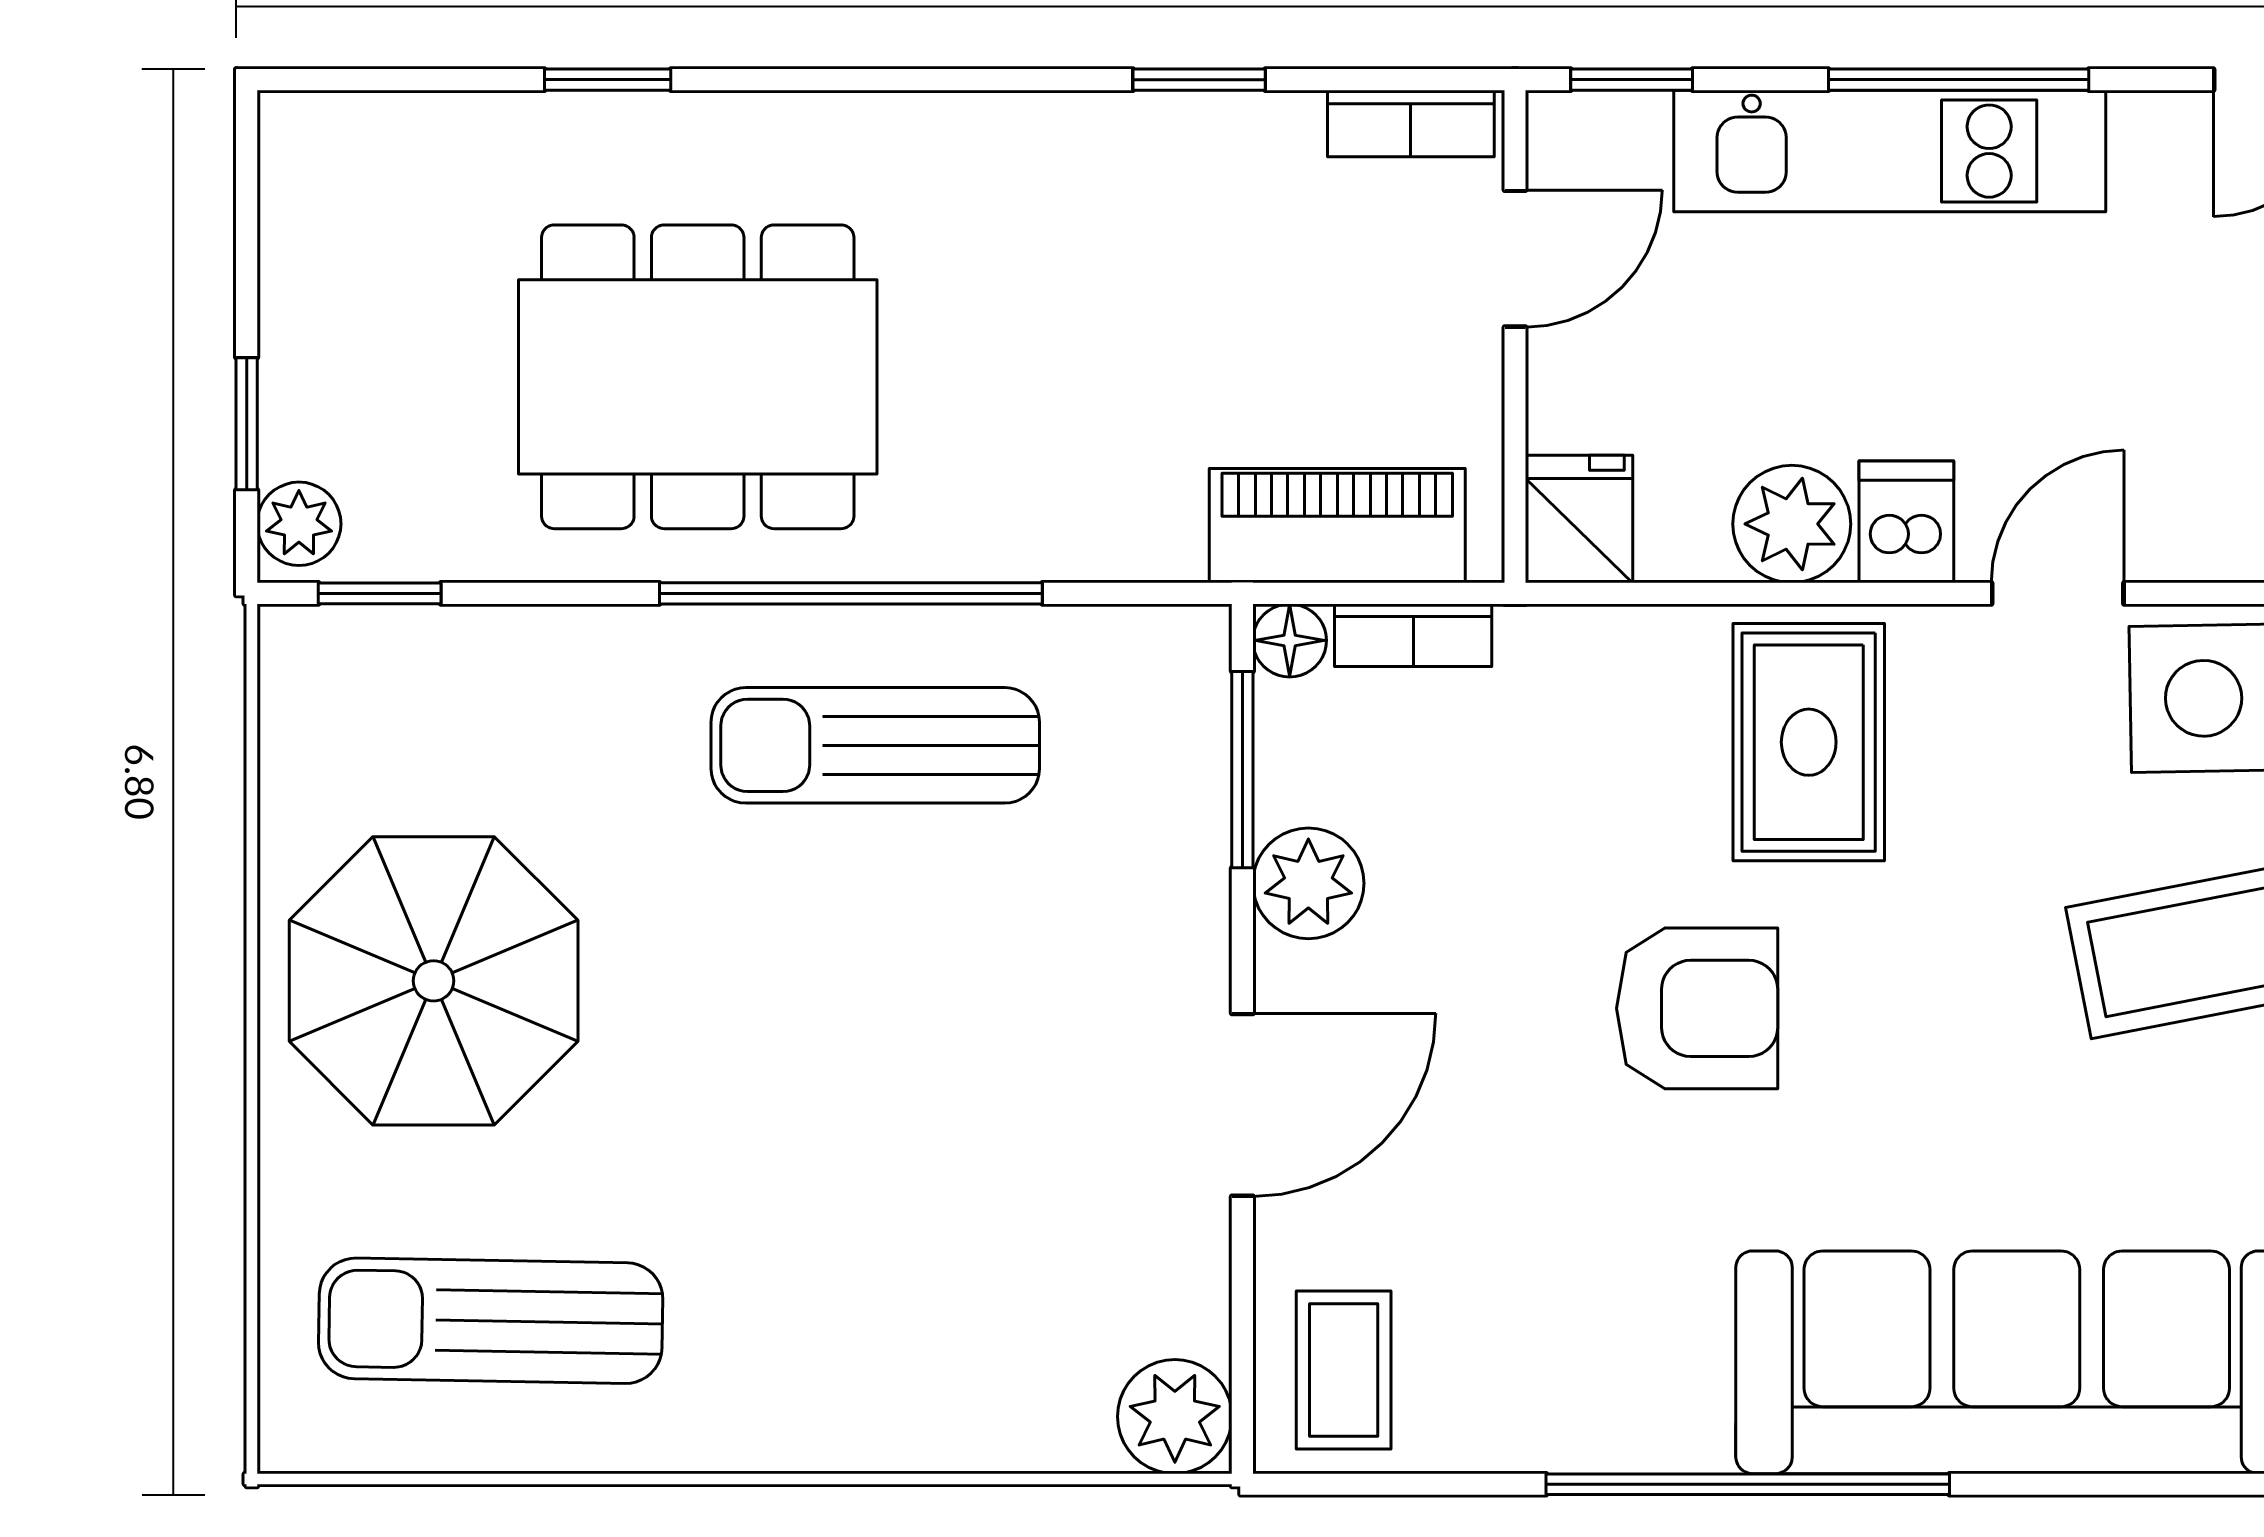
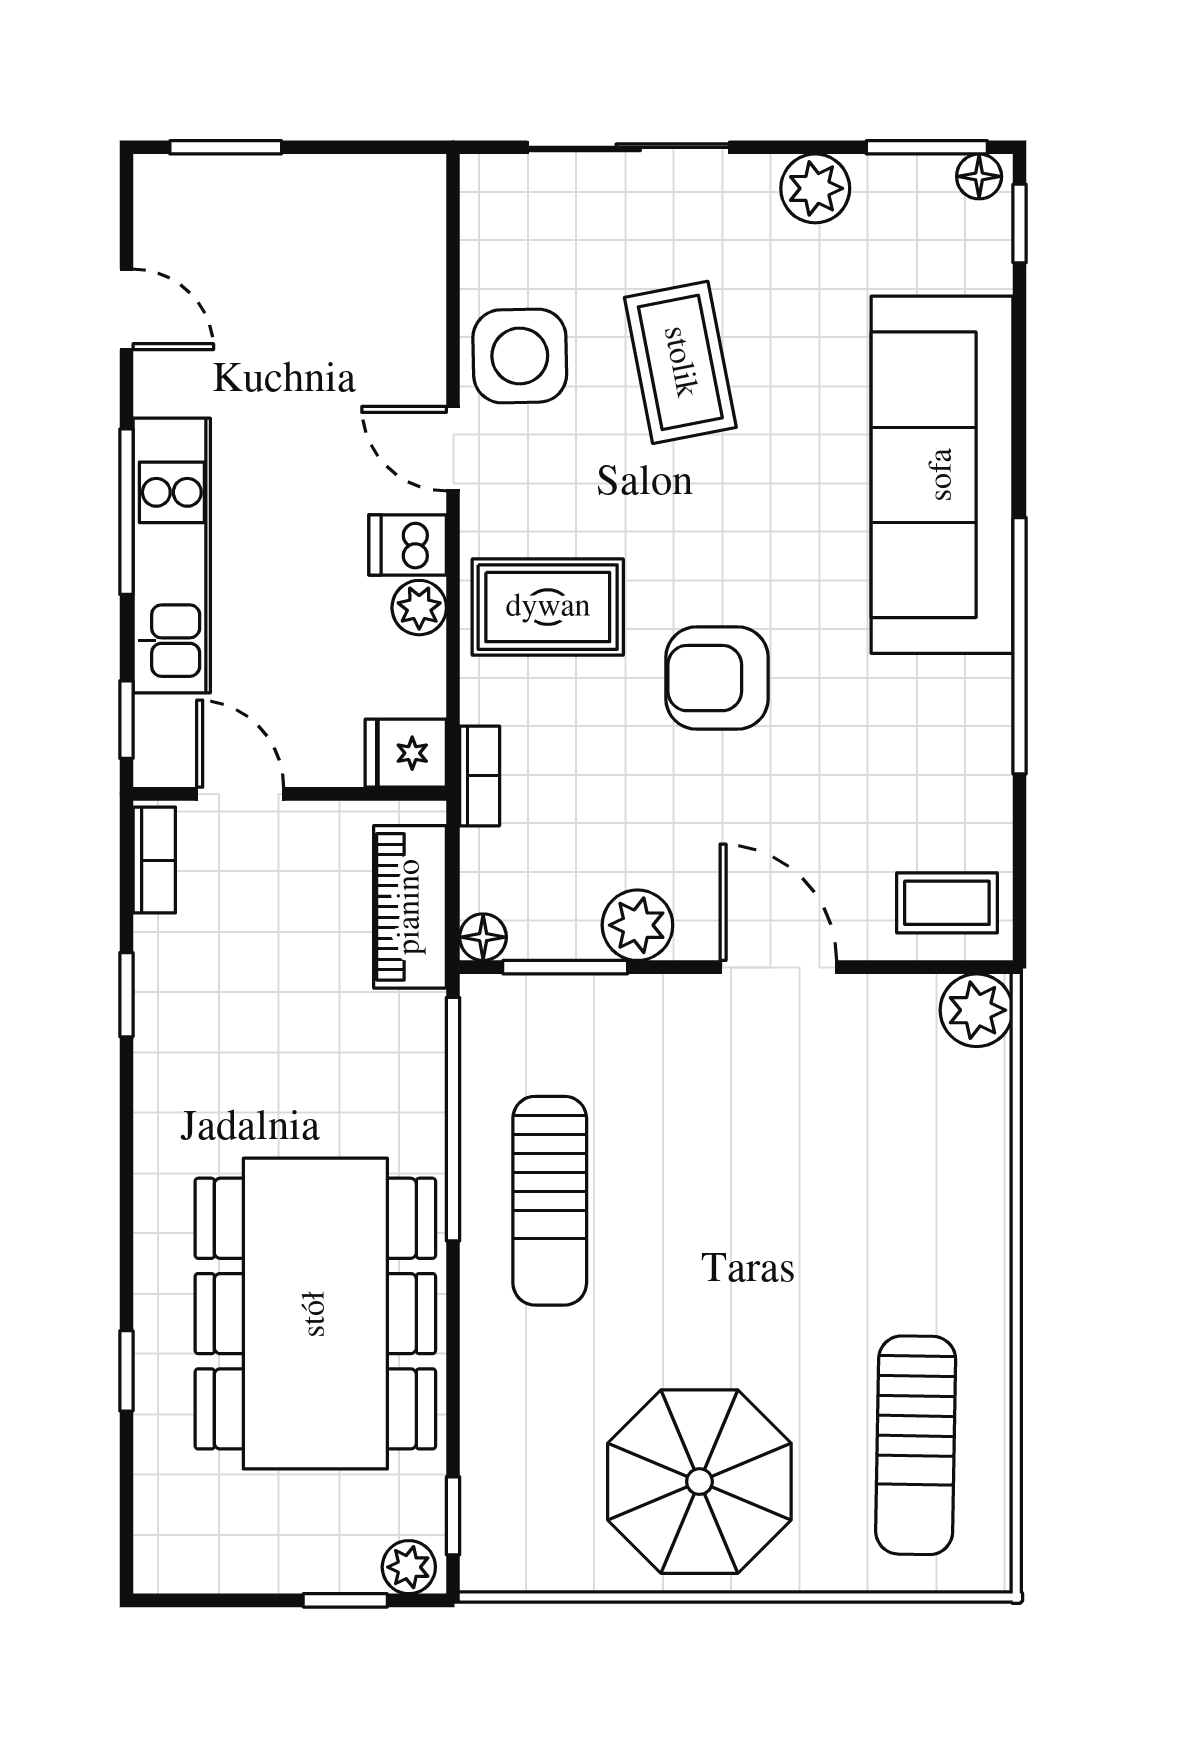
dining table: (698, 377) -> (315, 1314), width x1.36, depth x1.24
plant: (1792, 524) -> (419, 608), width x0.73, depth x0.73
window: (851, 593) -> (453, 1119), moved
bookcase: (1413, 635) -> (480, 776), moved
armchair: (1697, 1008) -> (717, 678), turned -90

